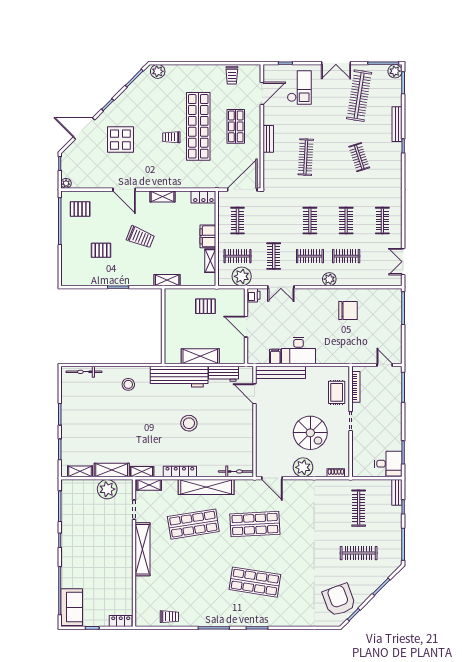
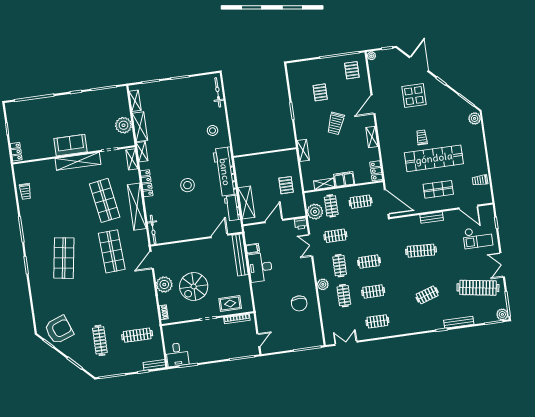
shelving: (200, 356) -> (246, 202), moved
sofa: (72, 607) -> (71, 145), moved, turned 180

